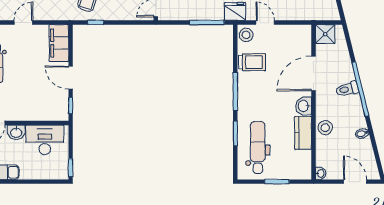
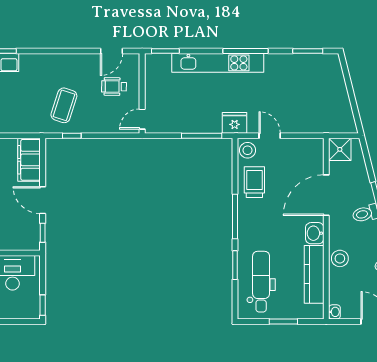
trolley: (252, 62) -> (254, 182), turned -90
kitchen counter: (303, 133) -> (314, 274), width x1.50

